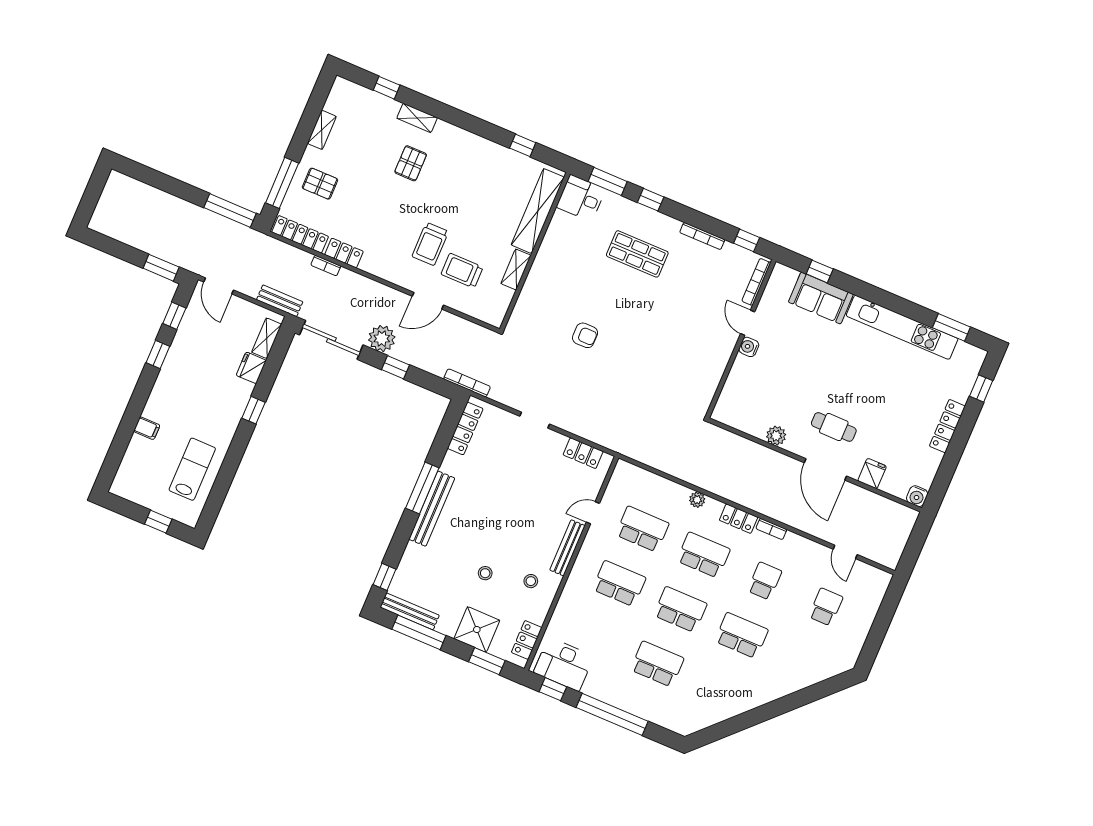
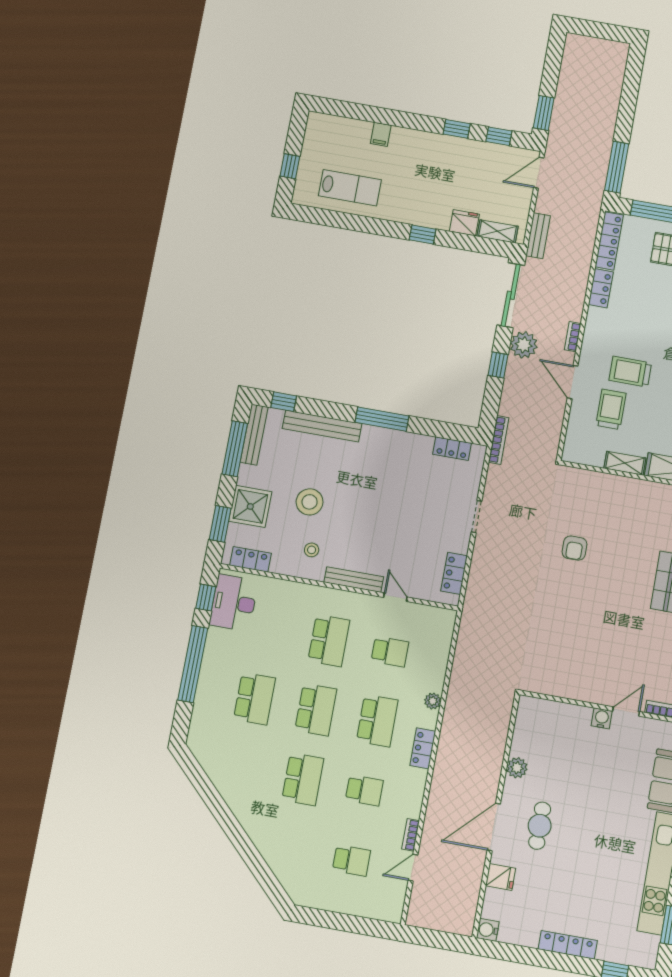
bookcase: (326, 266) -> (573, 337), moved
locker: (465, 428) -> (452, 449), width x0.66
bench: (432, 509) -> (322, 426), moved
school desk: (642, 529) -> (390, 652), width x0.54
bookcase: (771, 529) -> (411, 835), moved
stool: (485, 573) -> (310, 502), width x1.89, depth x1.89

